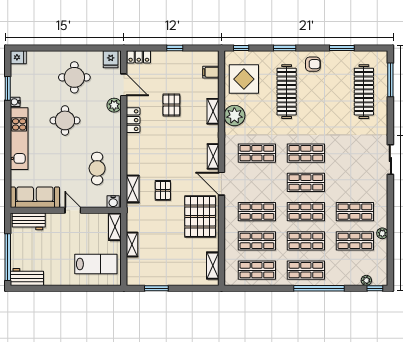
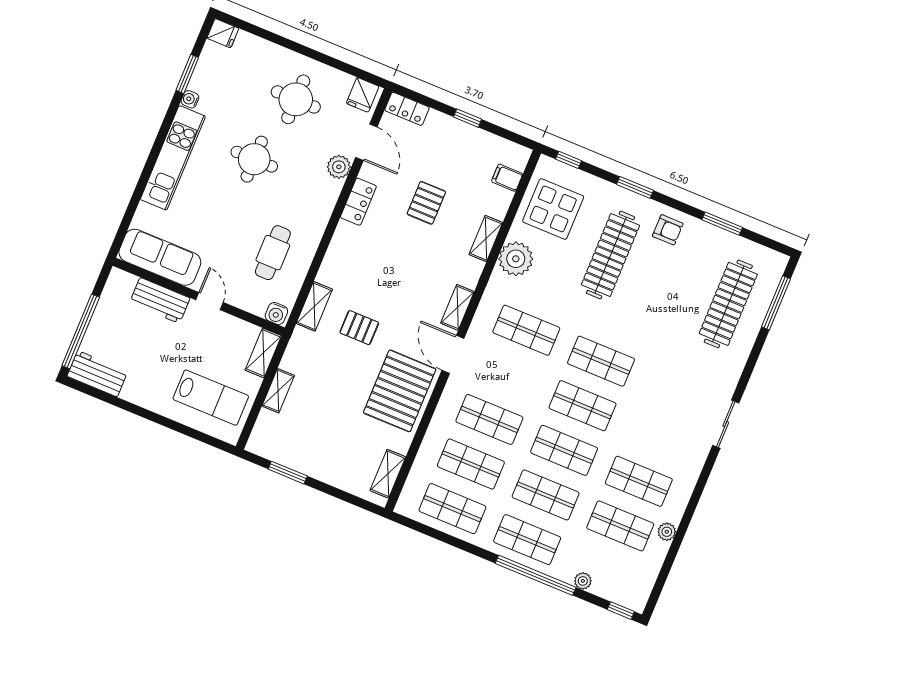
pallet: (163, 190) -> (359, 328), turned 90
workbench: (29, 221) -> (160, 300), moved
plant: (366, 280) -> (583, 581), moved

